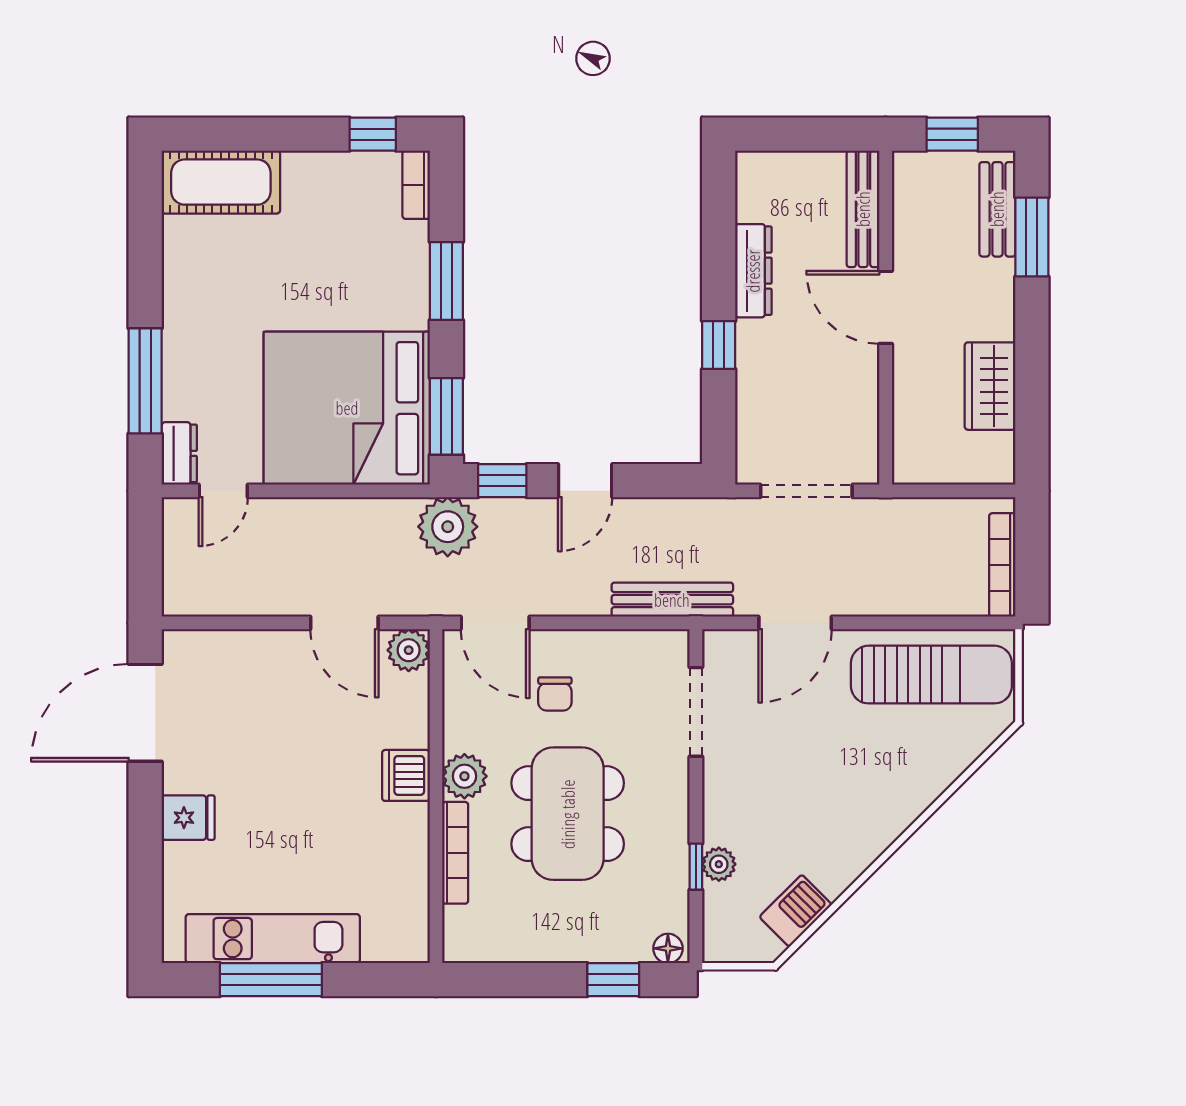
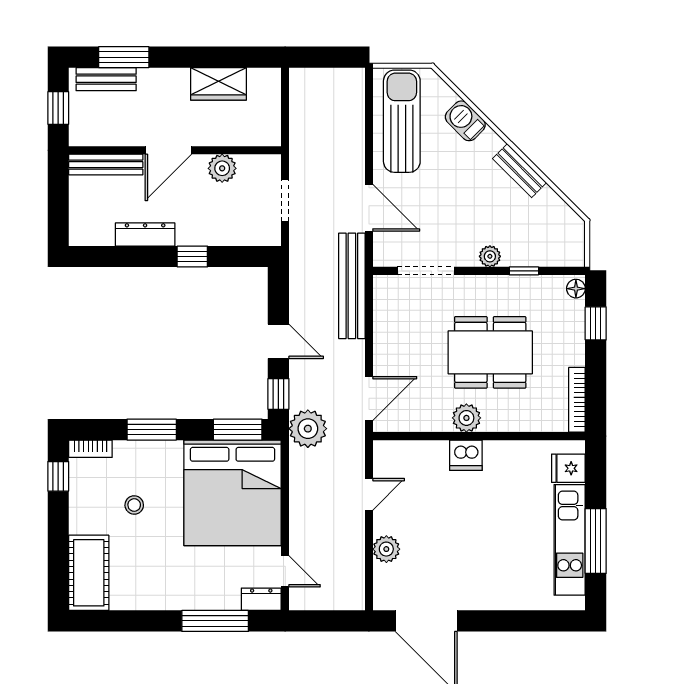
stool: (328, 254) -> (134, 505), added
plant: (857, 392) -> (222, 168), added
doorway: (806, 491) -> (285, 201), width x0.73
bookcase: (1002, 565) -> (332, 76), removed
bench: (672, 600) -> (352, 286), width x1.37, depth x1.21
door: (344, 623) -> (369, 494), width x0.73
plant: (409, 650) -> (386, 549), moved
chair: (555, 694) -> (414, 361), removed
fridge: (188, 818) -> (568, 468), moved, turned -90
bookcase: (455, 853) -> (577, 400), moved, turned -90
bench: (854, 860) -> (519, 171), added
plant: (719, 864) -> (490, 256), moved
barbecue: (796, 911) -> (465, 121), moved

